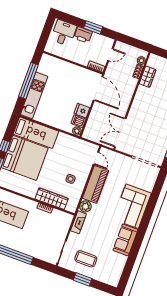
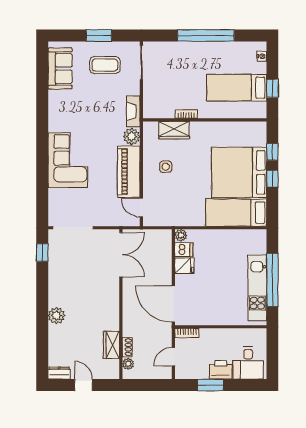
kitchen unit: (34, 95) -> (257, 288), moved
wardrobe: (52, 199) -> (174, 130), width x0.67
sofa: (125, 240) -> (60, 69), moved

